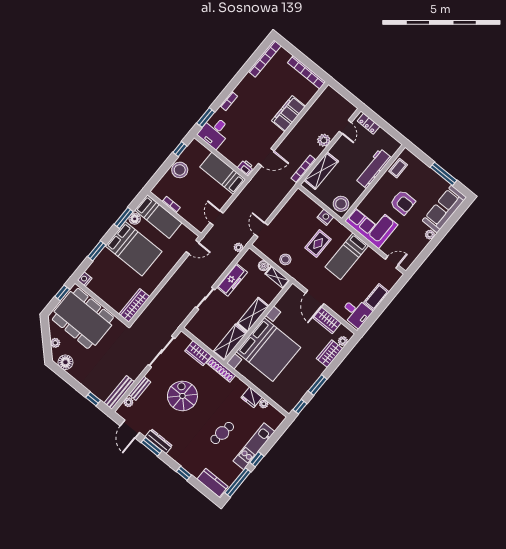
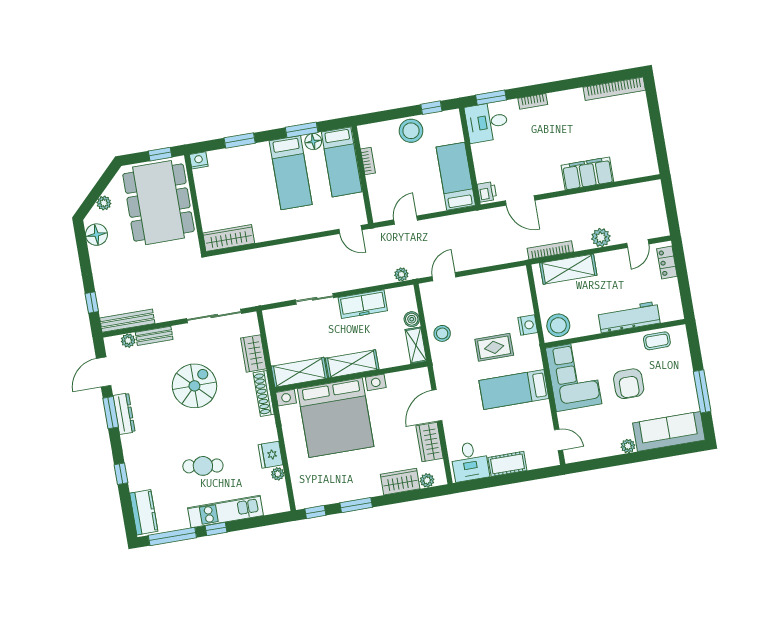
bookcase: (307, 72) -> (648, 145), removed
bed: (134, 249) -> (291, 173), width x0.67

